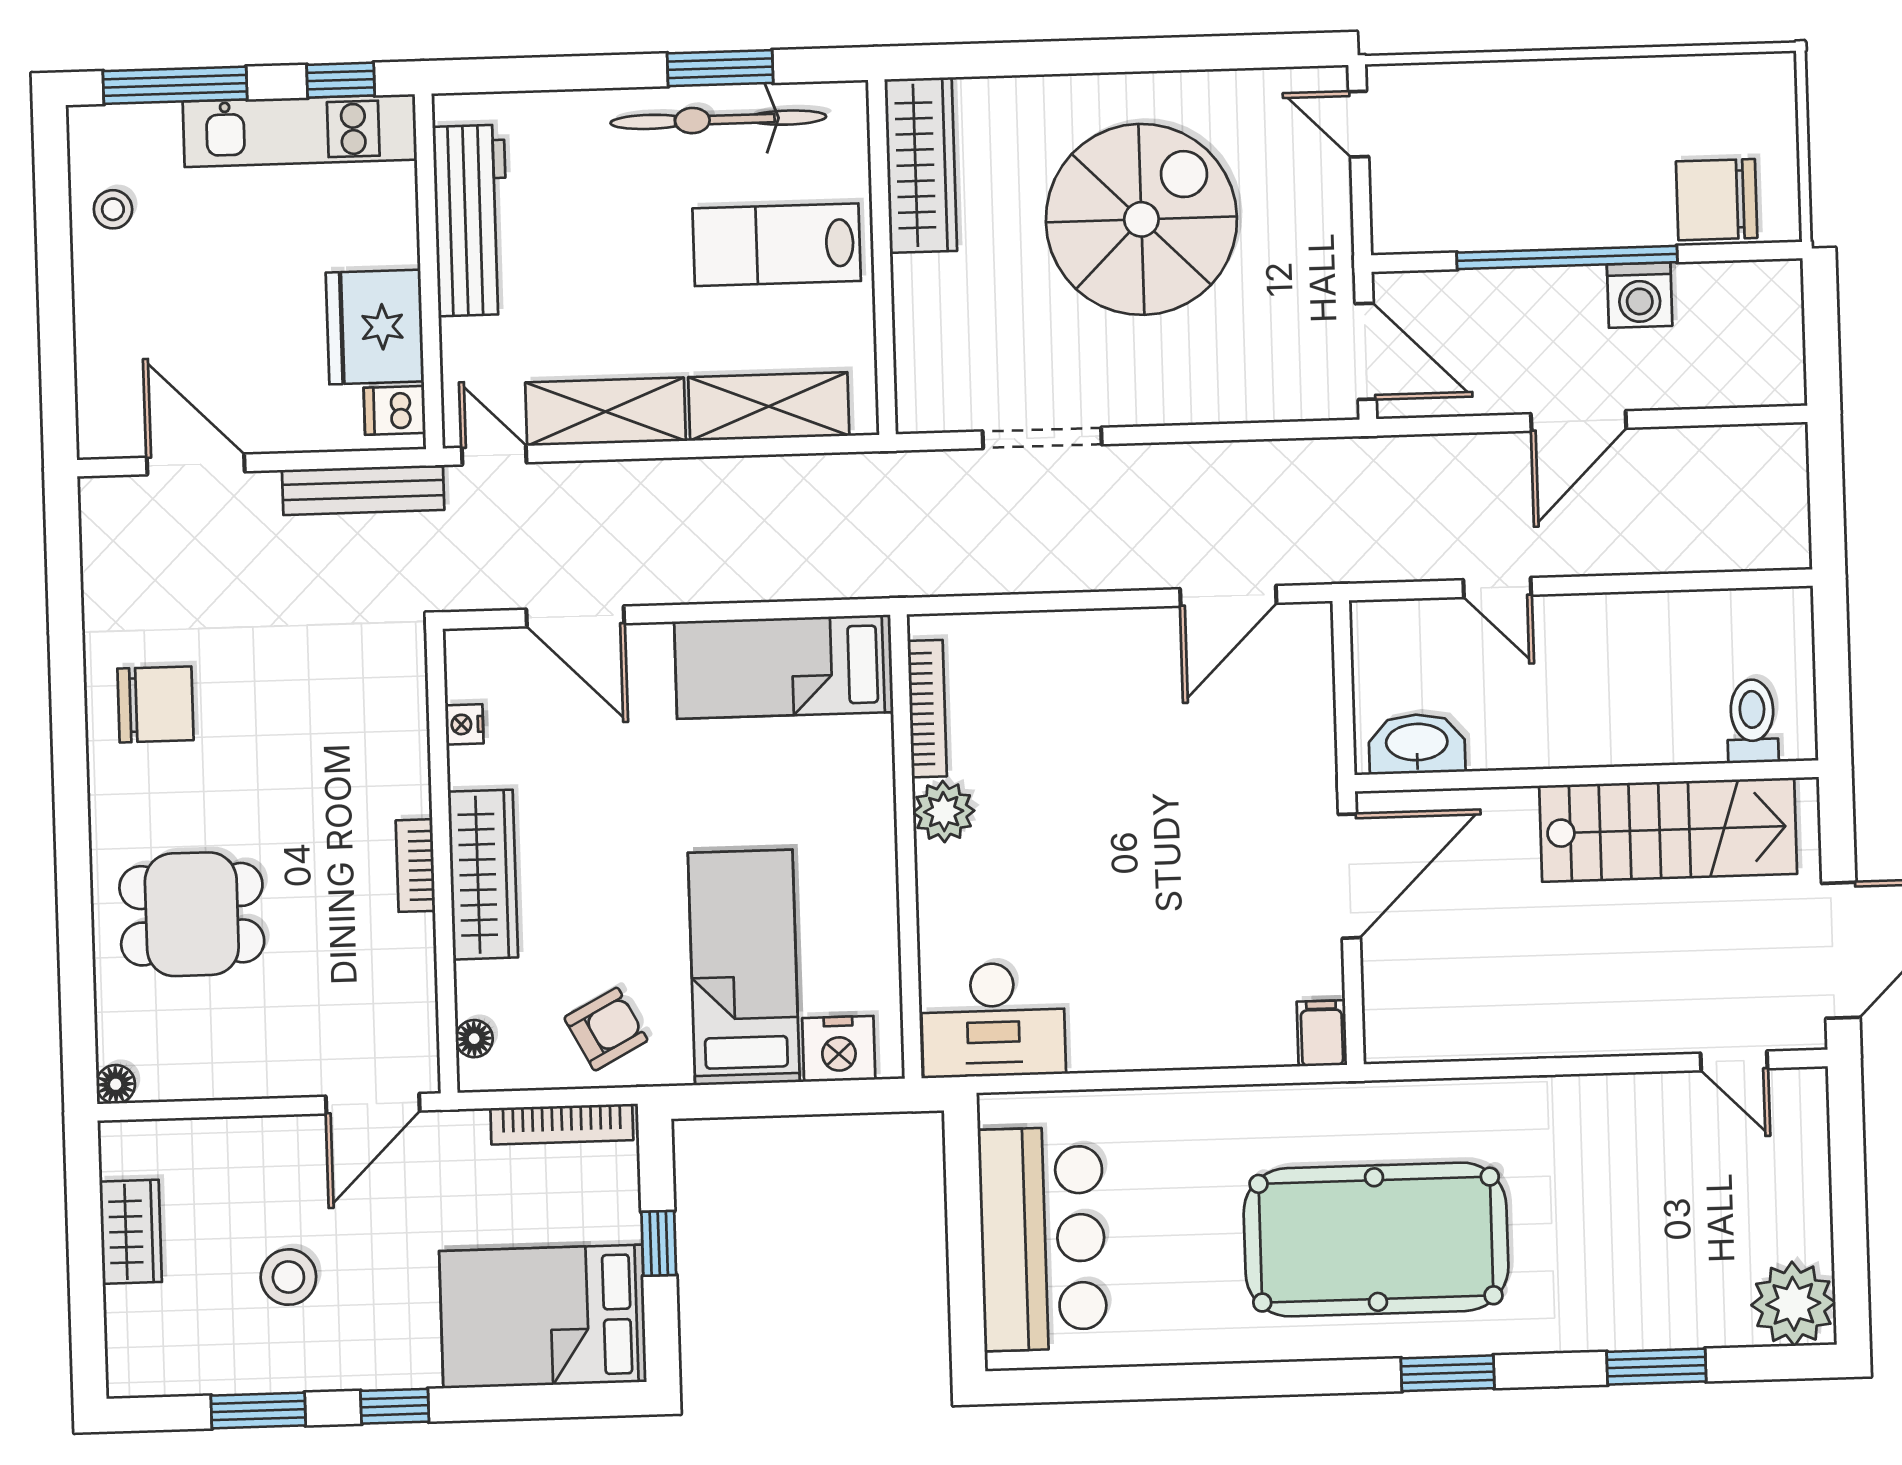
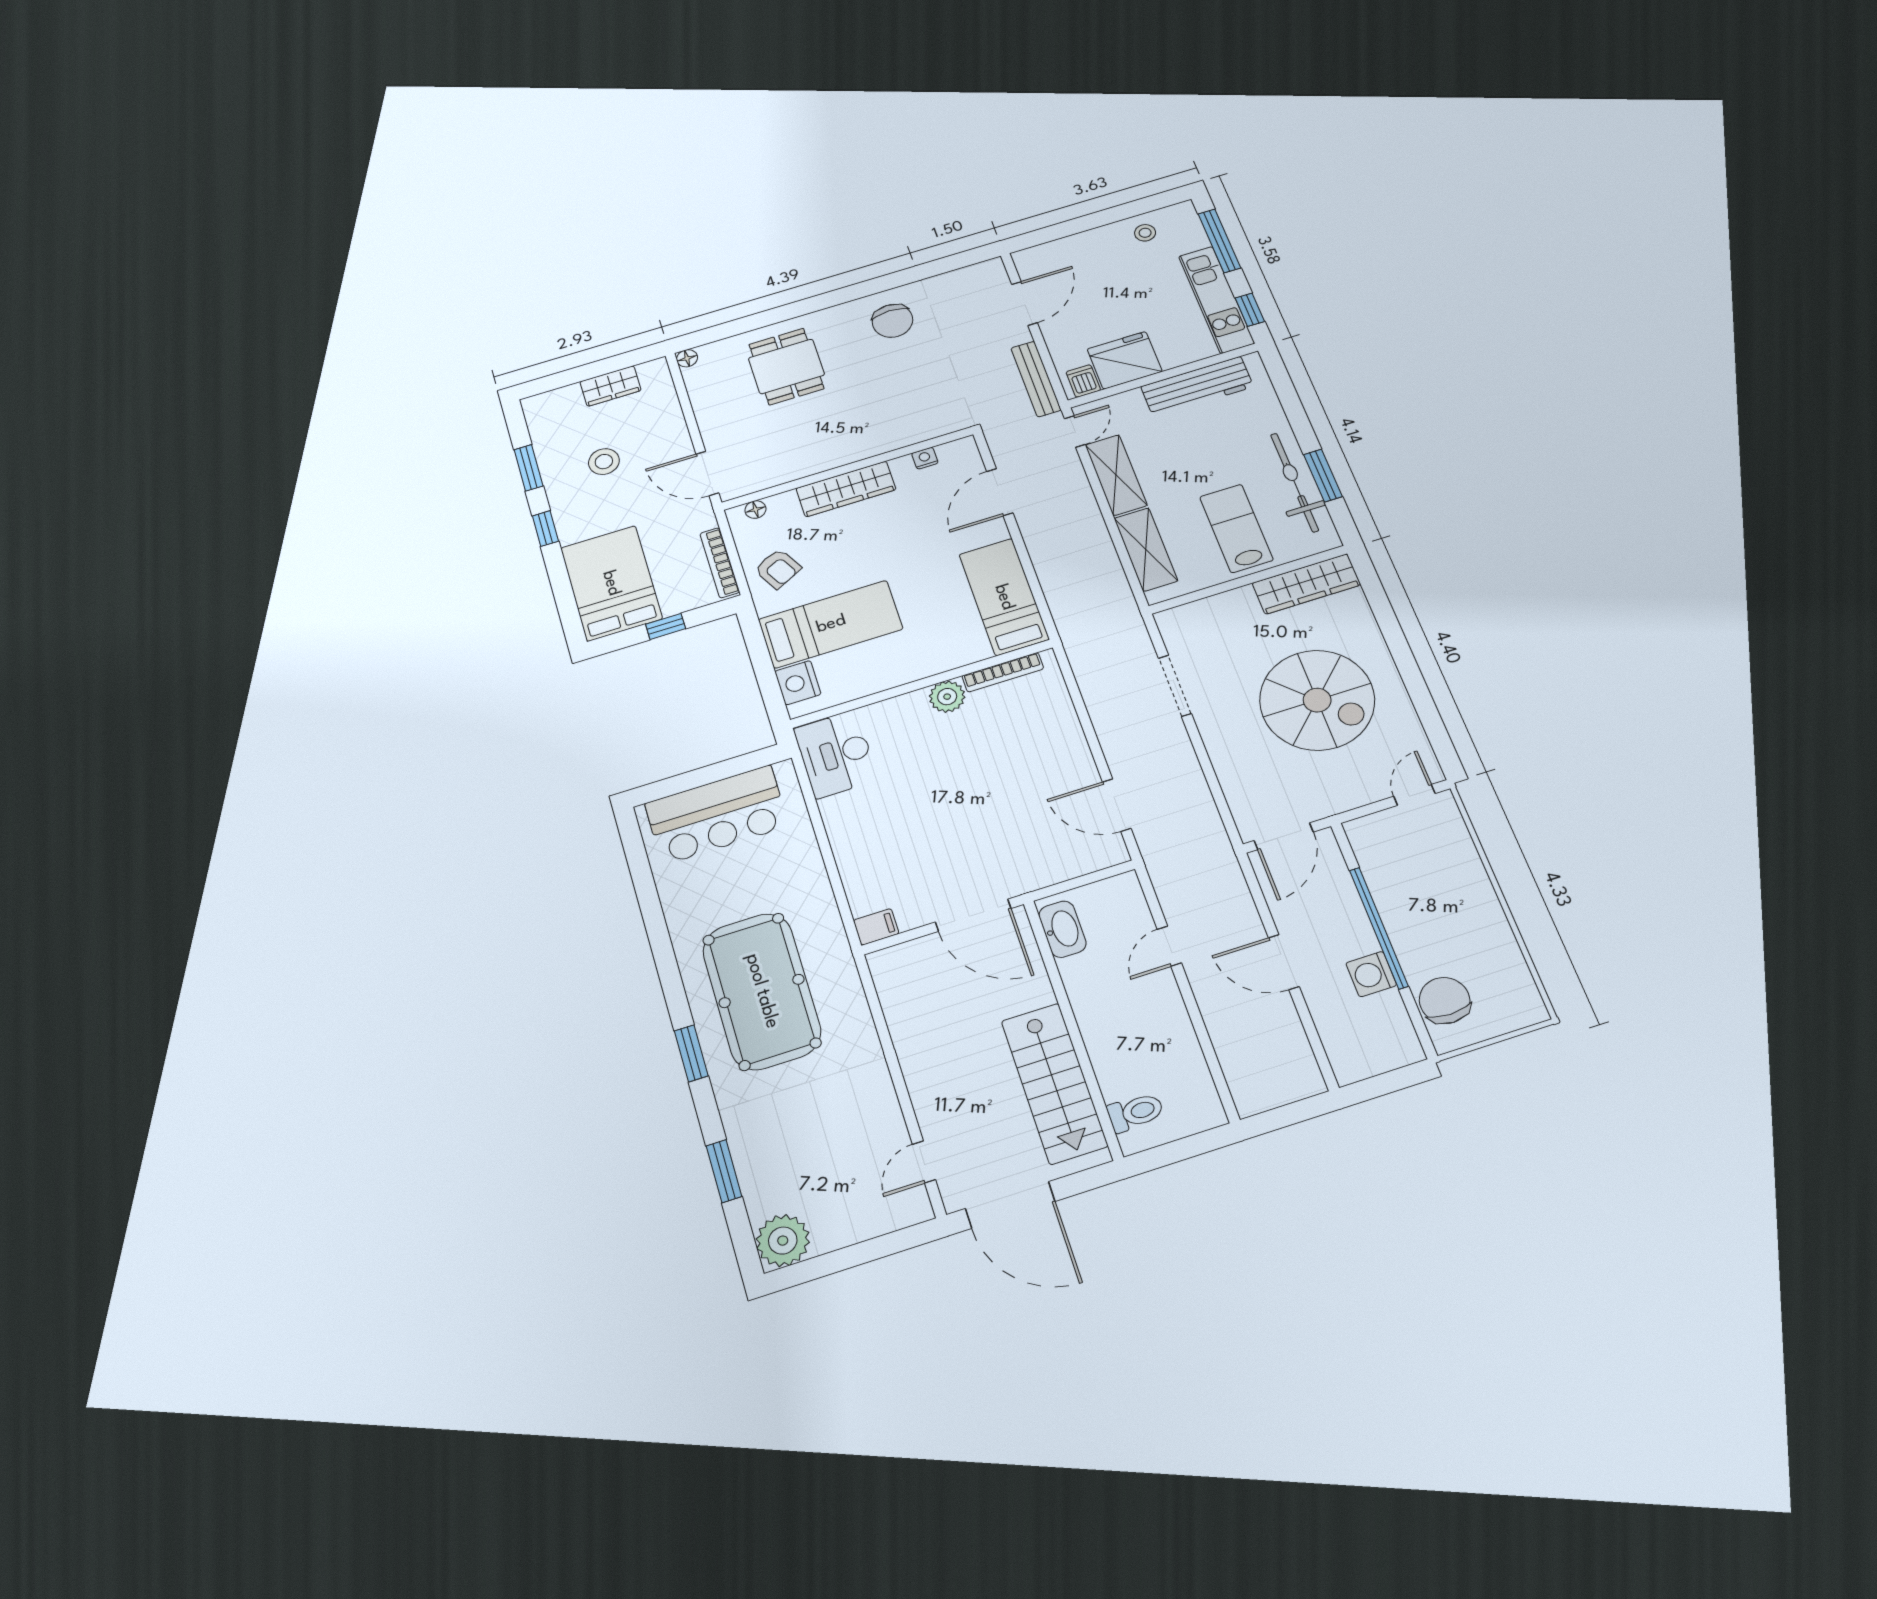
bookcase: (415, 866) -> (842, 457), removed

